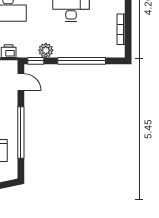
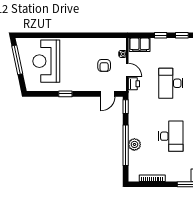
plant: (46, 50) -> (134, 144), moved
window: (21, 133) -> (65, 94), width x0.32

